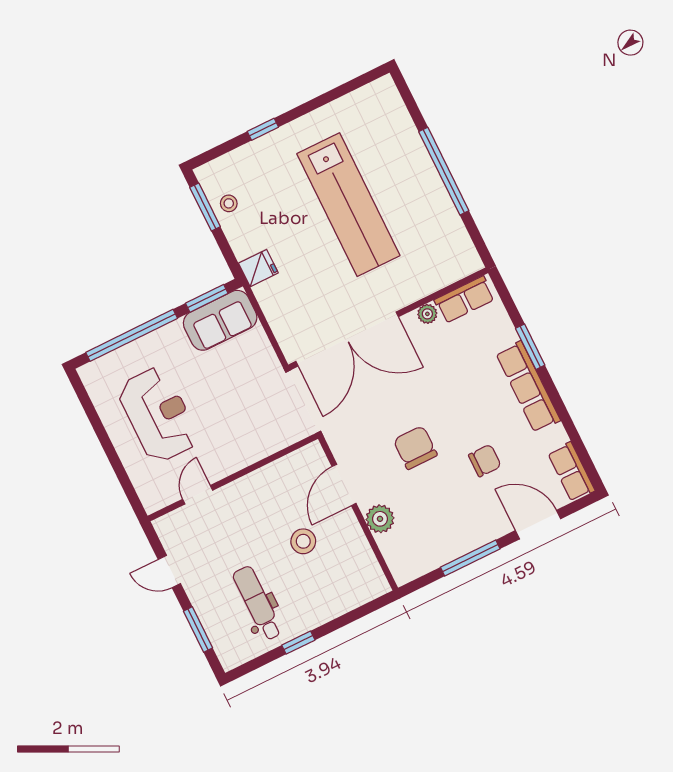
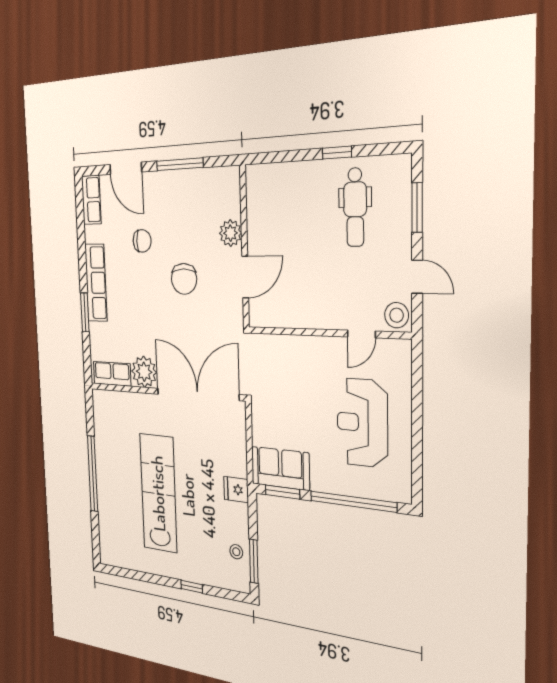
plant: (427, 314) -> (144, 372), width x1.88, depth x1.88
chair: (485, 461) -> (142, 241), turned 180
stool: (303, 541) -> (397, 315), moved

